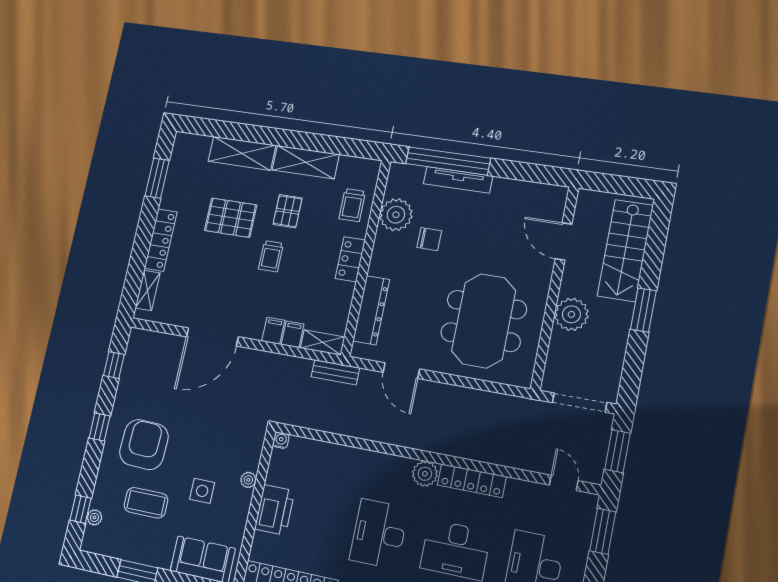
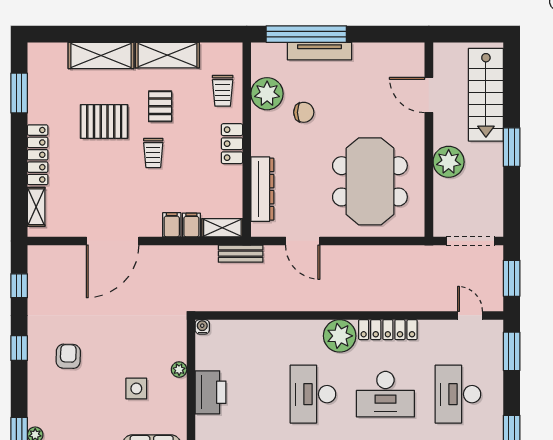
armchair: (144, 445) -> (68, 356), width x0.53, depth x0.53
plant: (425, 474) -> (340, 336), width x1.36, depth x1.36
coffee table: (146, 503) -> (83, 411), removed

